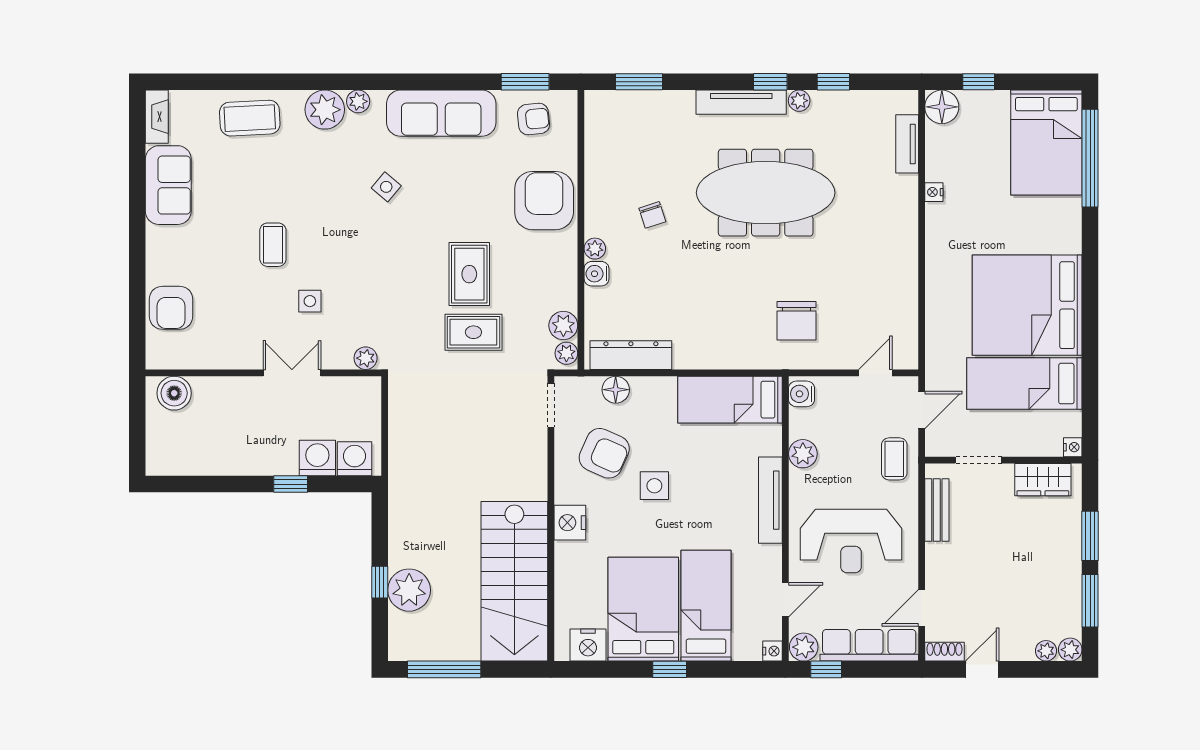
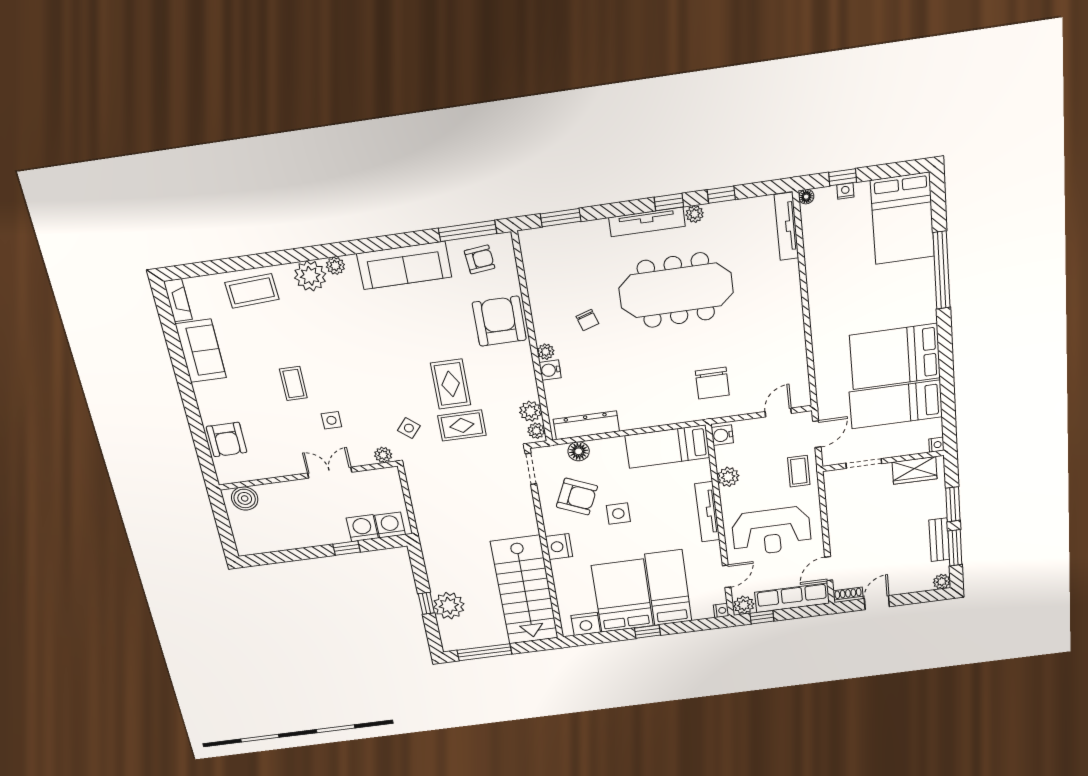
window: (525, 82) -> (467, 231), width x1.44
floor lamp: (942, 107) -> (806, 197), width x0.53, depth x0.53
tv unit: (907, 144) -> (786, 226), width x1.41
window: (1090, 158) -> (942, 270), moved
side table: (386, 187) -> (409, 428), moved
nightstand: (934, 192) -> (845, 191), moved, turned 90
bed: (1027, 305) -> (895, 357), width x0.73
bench: (937, 510) -> (939, 540), moved
plant: (1046, 651) -> (924, 585), removed

